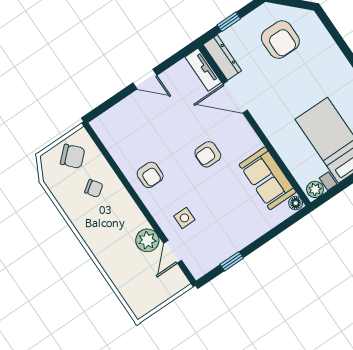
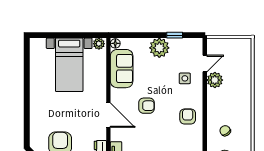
door: (235, 97) -> (108, 115), moved
plant: (240, 234) -> (159, 48), added

